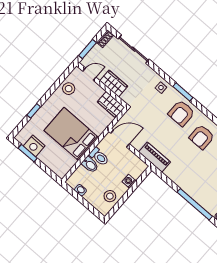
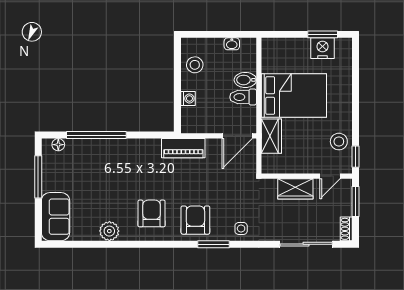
wardrobe: (111, 105) -> (271, 136), moved, turned 90
window: (34, 111) -> (355, 157), moved

